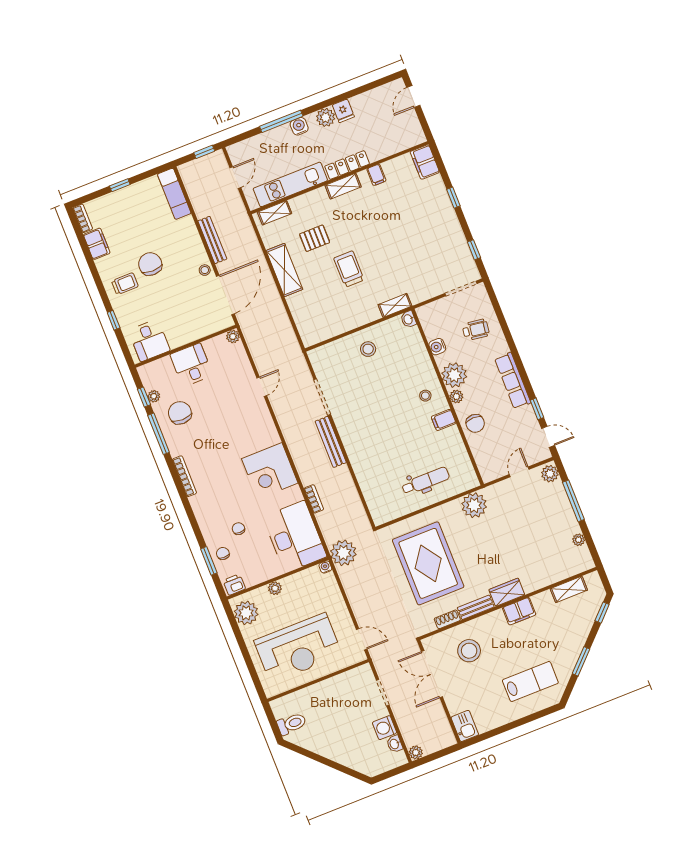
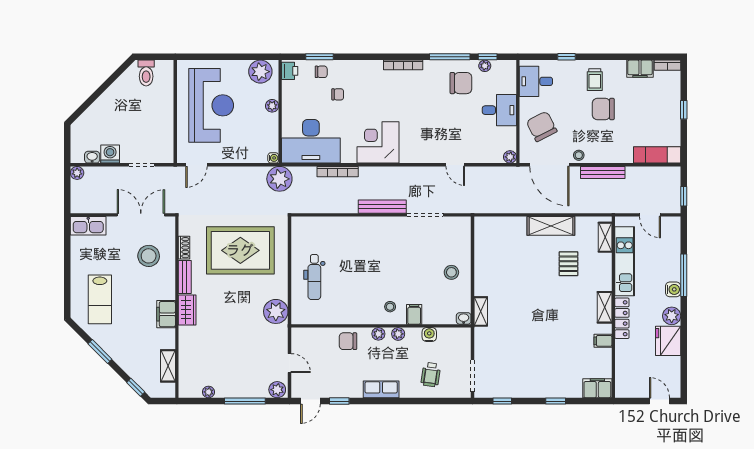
fridge: (343, 111) -> (668, 341), width x1.88, depth x1.34
chair: (150, 264) -> (603, 109), turned 180
trolley: (349, 269) -> (529, 283), removed
chair: (191, 317) -> (542, 126), added
plant: (454, 375) -> (398, 334), width x0.53, depth x0.53
row of seats: (513, 381) -> (381, 389), width x0.68
filing cabinet: (444, 420) -> (414, 314), moved
bookcase: (314, 499) -> (338, 172), width x1.56
reception desk: (298, 648) -> (211, 105), turned 180
kitchen sink: (465, 726) -> (88, 226), width x1.38

